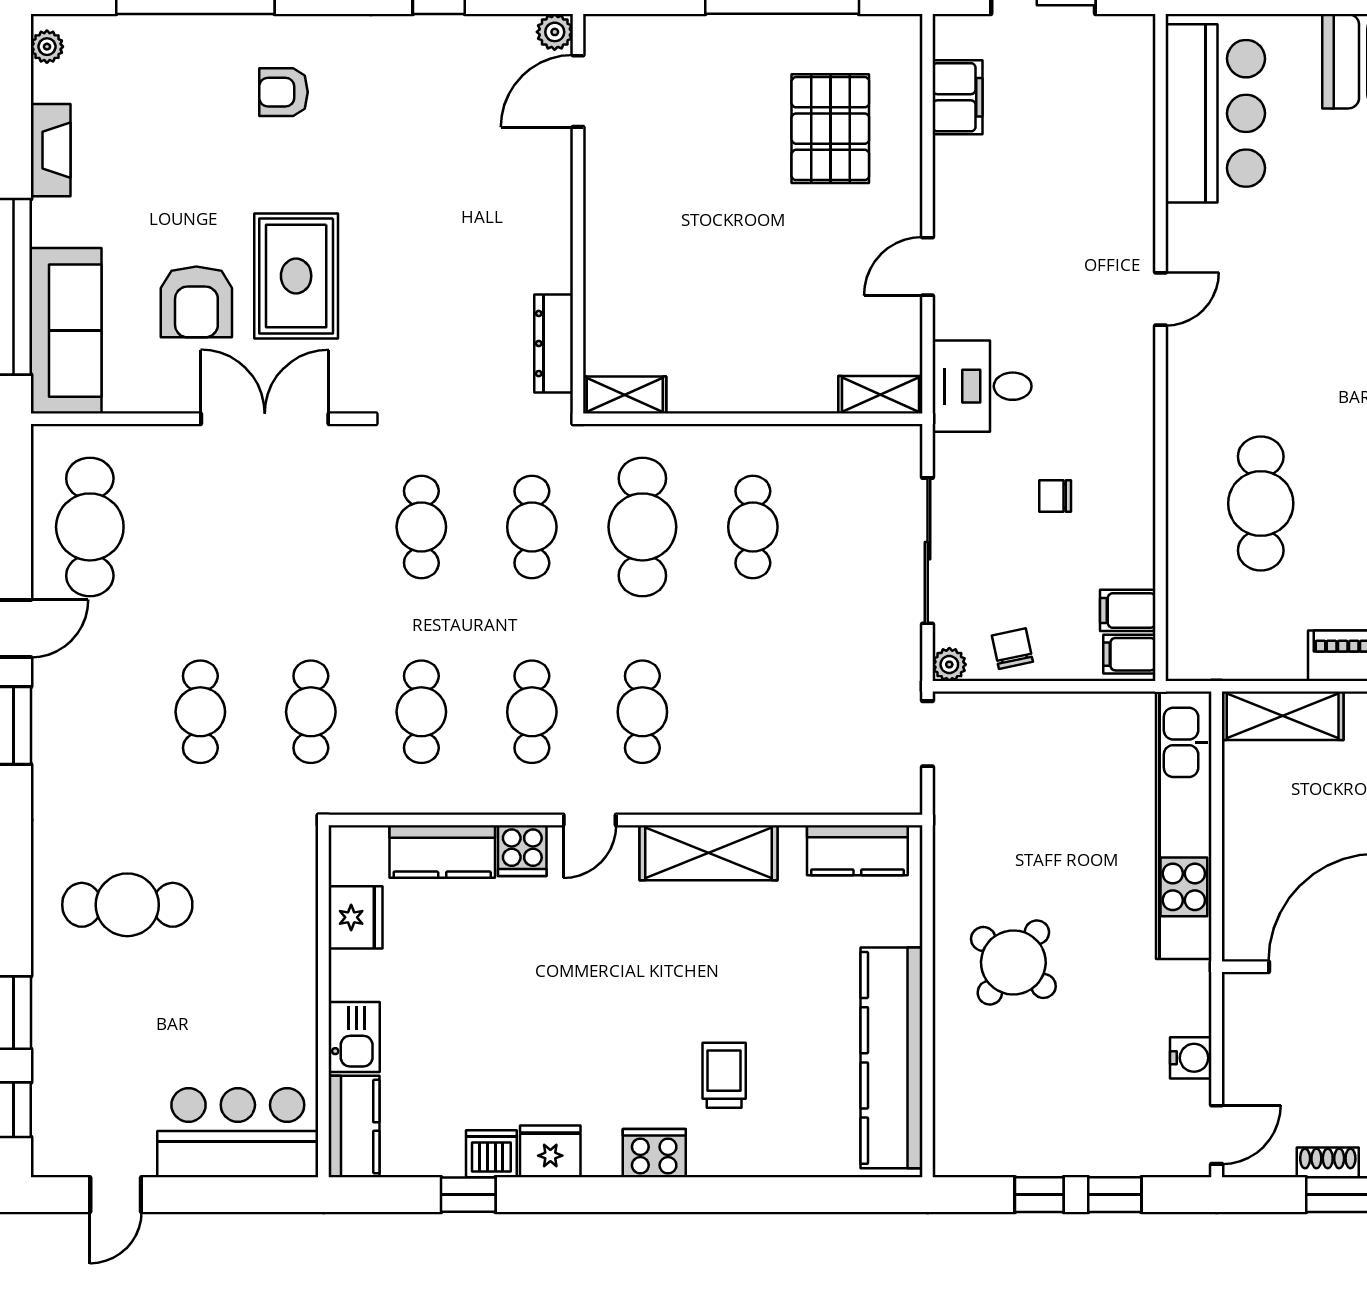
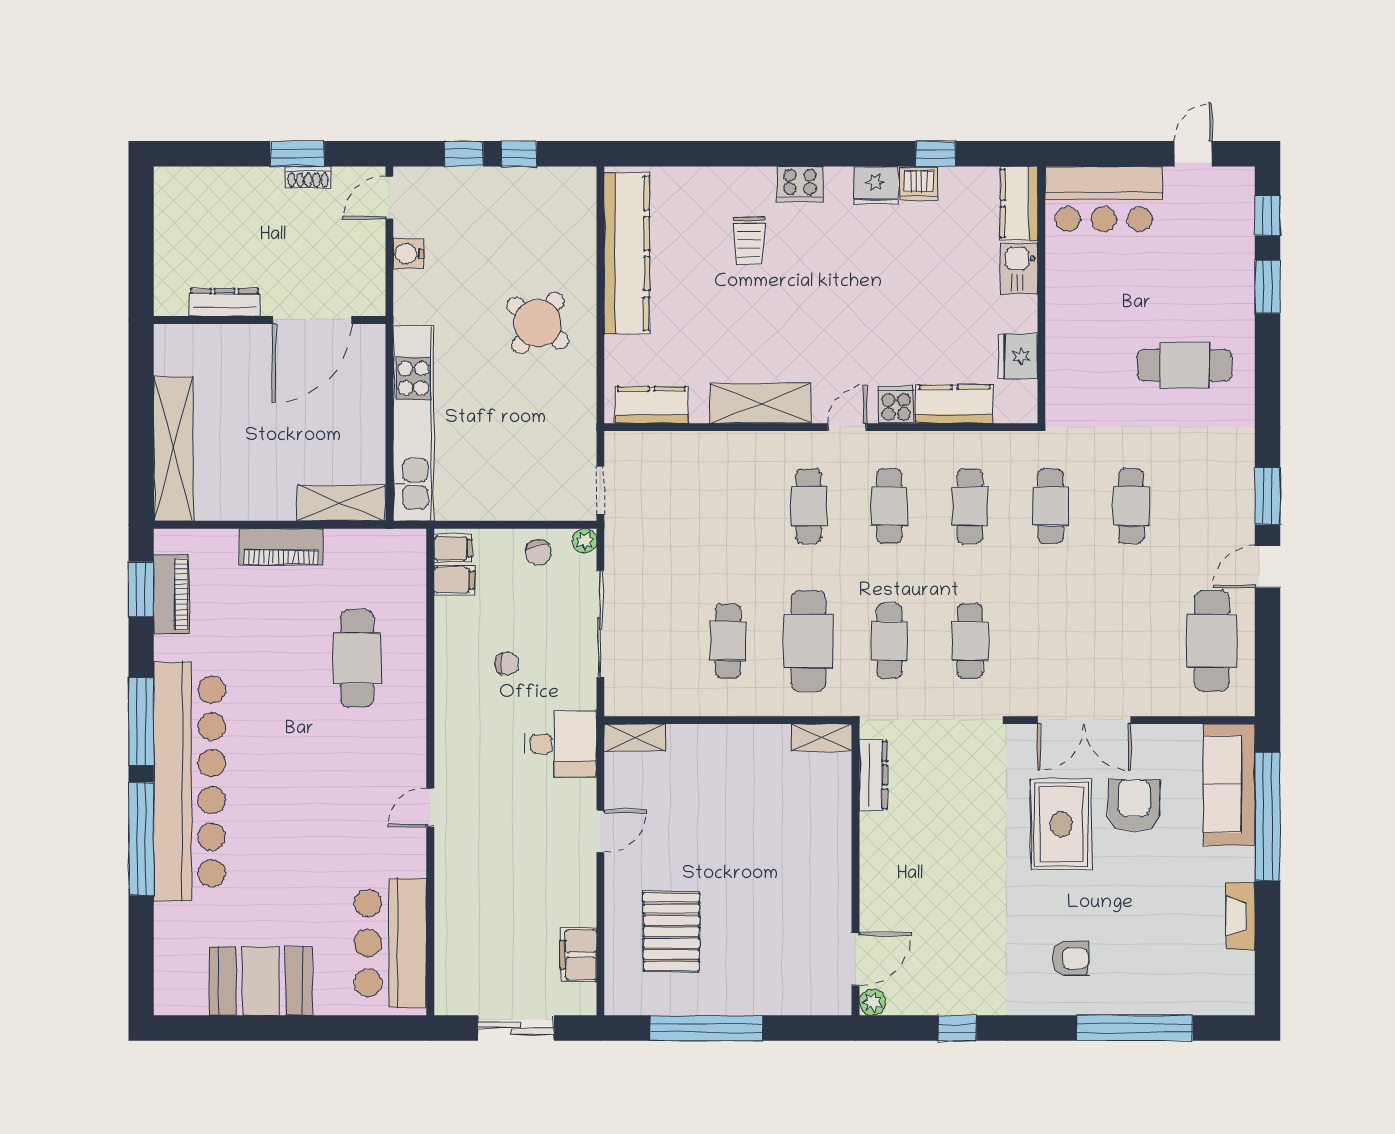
plant: (47, 47) -> (1243, 992), removed

